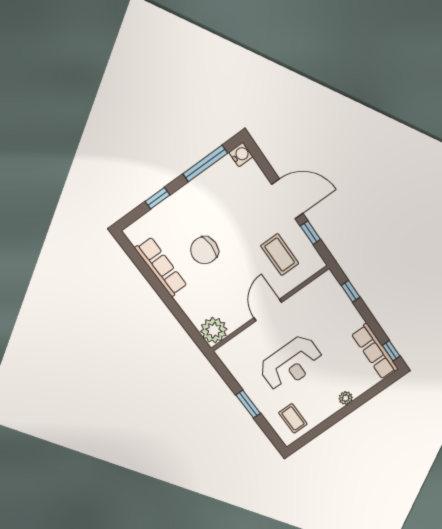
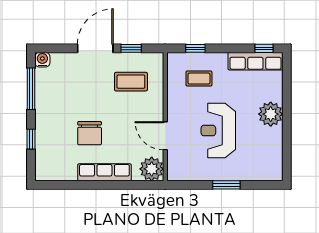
row of seats: (161, 267) -> (104, 172), moved
door: (268, 310) -> (165, 136), moved
reception desk: (291, 363) -> (218, 131), turned 180
plant: (346, 398) -> (271, 114), width x1.88, depth x1.88
coffee table: (293, 418) -> (199, 79), moved

